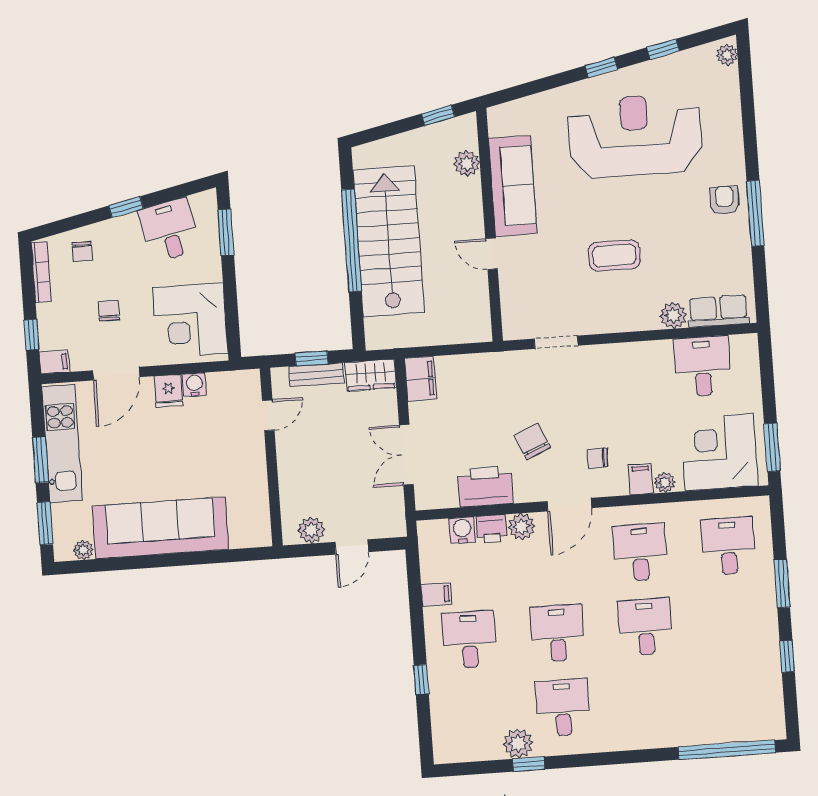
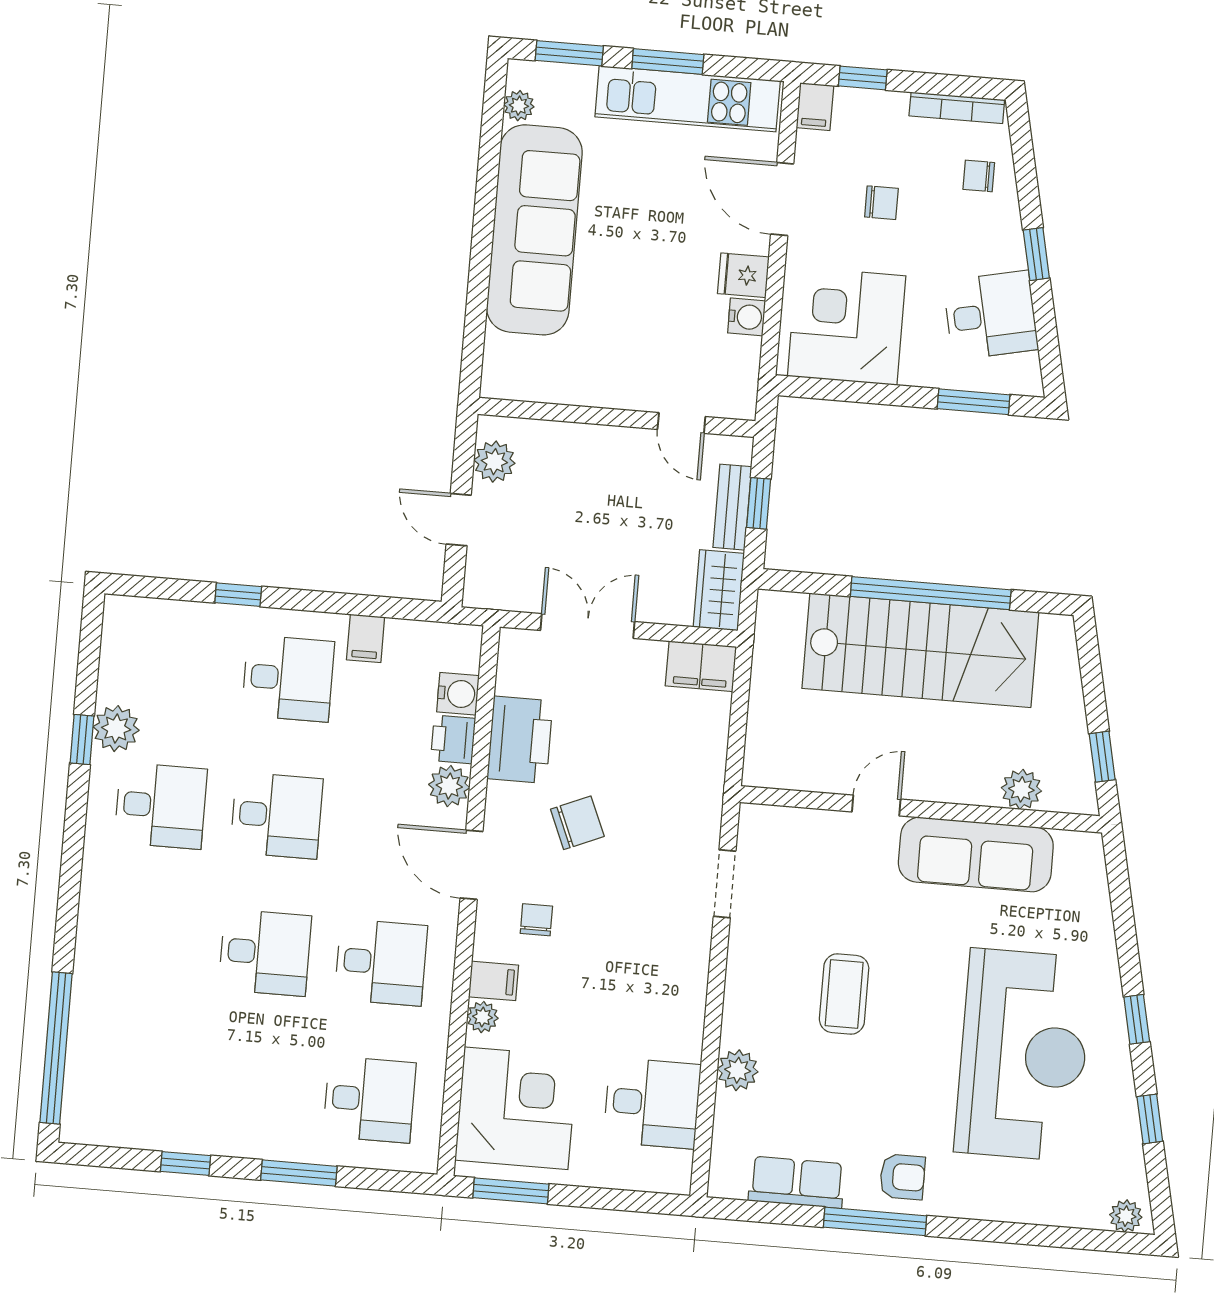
row of seats: (718, 311) -> (797, 1182), moved, turned -90

